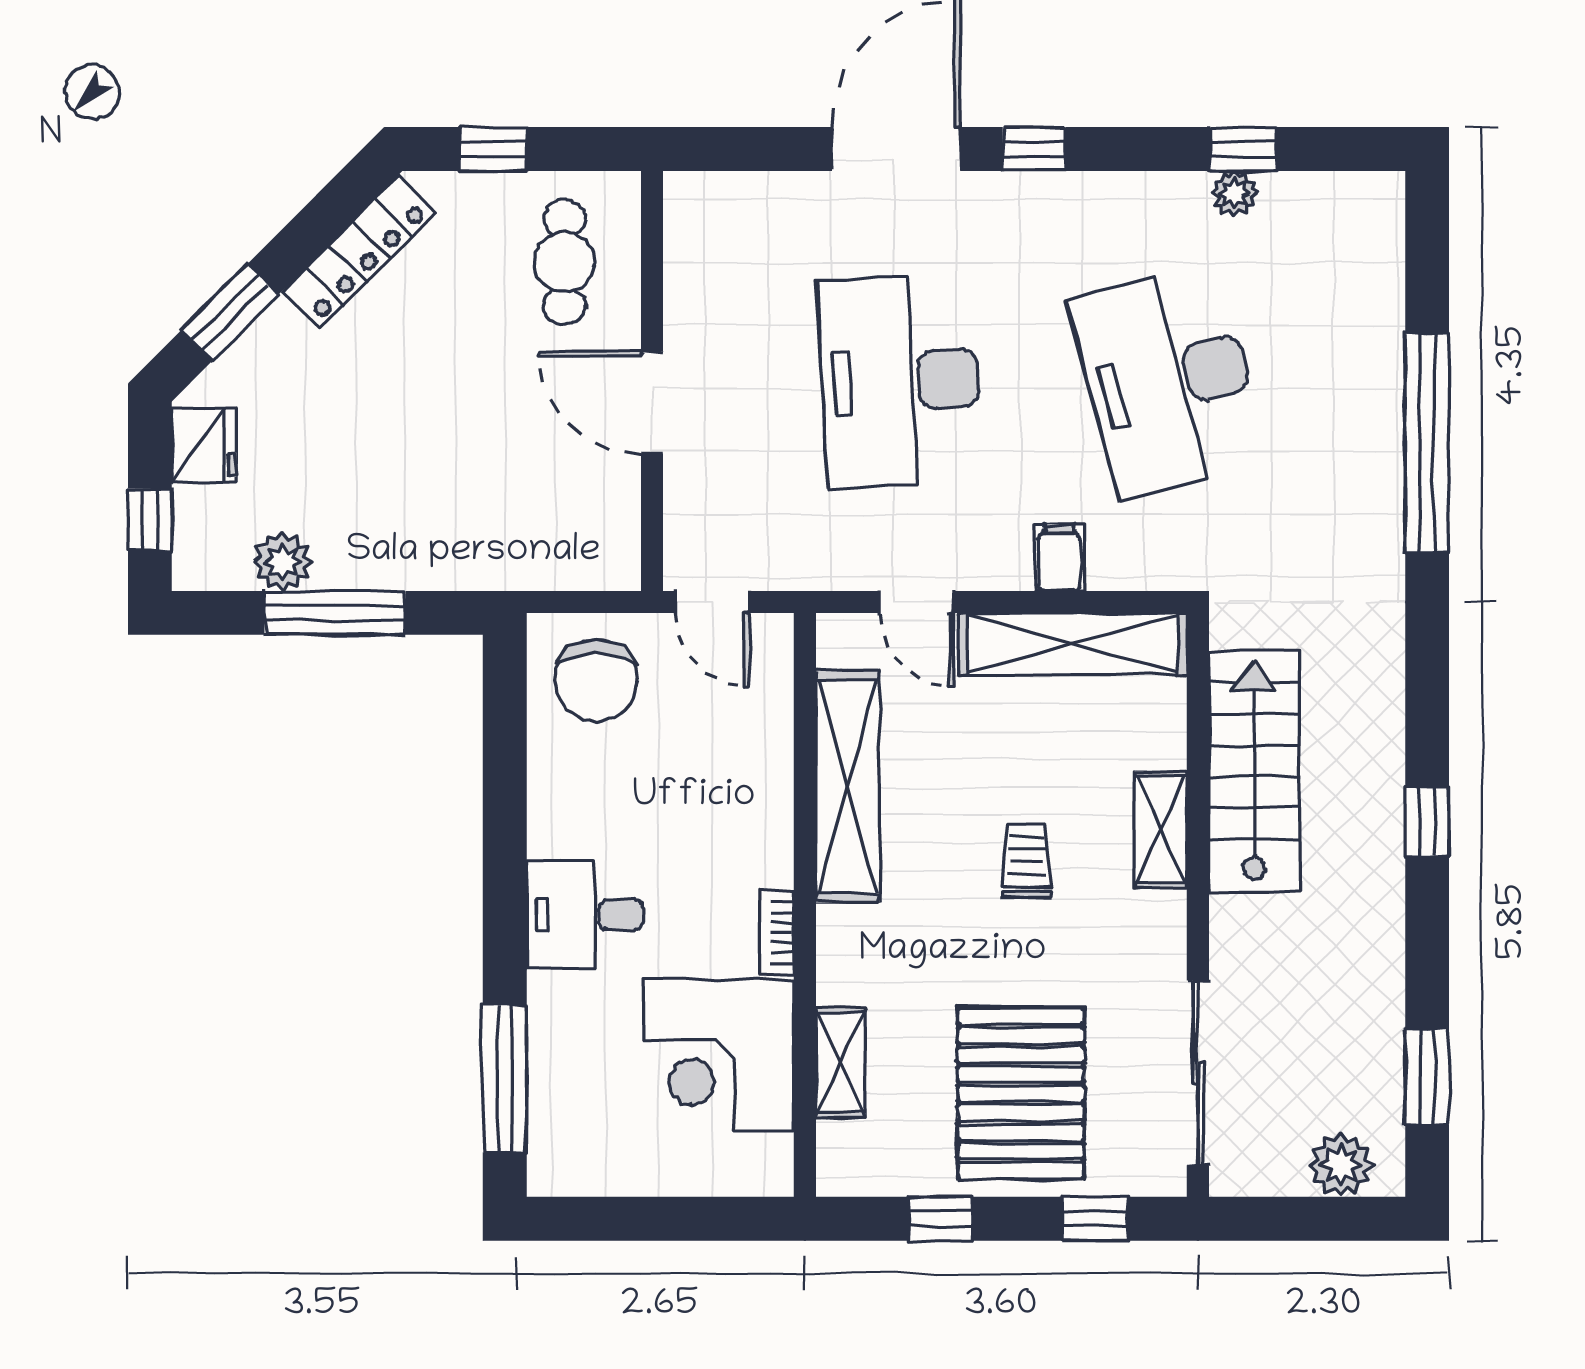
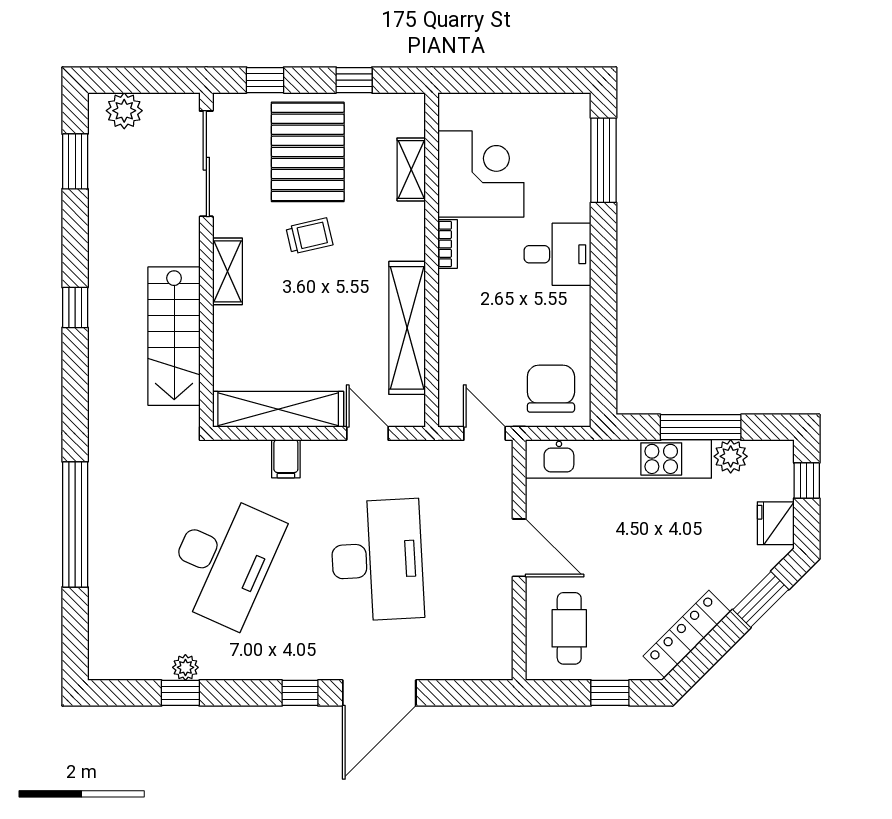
desk: (1168, 381) -> (223, 560), turned 39
kitchen unit: (479, 558) -> (618, 459), added
shelving: (1161, 829) -> (228, 271), moved
trolley: (1027, 860) -> (309, 236), moved, turned -103

